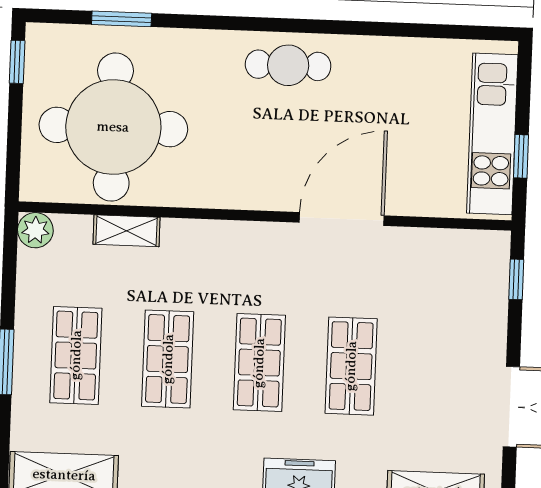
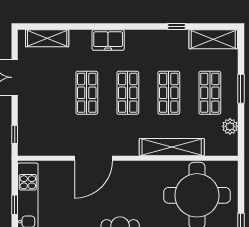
window: (521, 156) -> (15, 205), moved
plant: (35, 230) -> (230, 126), moved
shelving: (126, 231) -> (172, 147), width x2.20, depth x1.33

